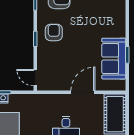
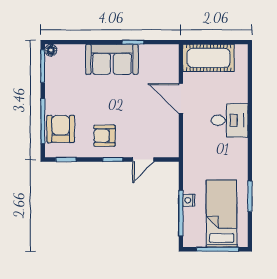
sofa: (114, 59) -> (112, 59), moved
door: (35, 78) -> (143, 159), moved

